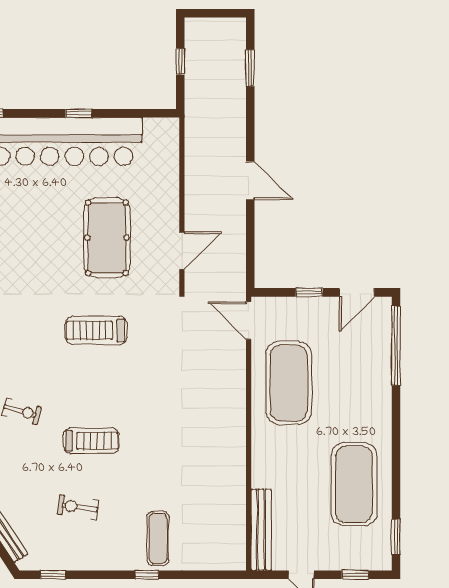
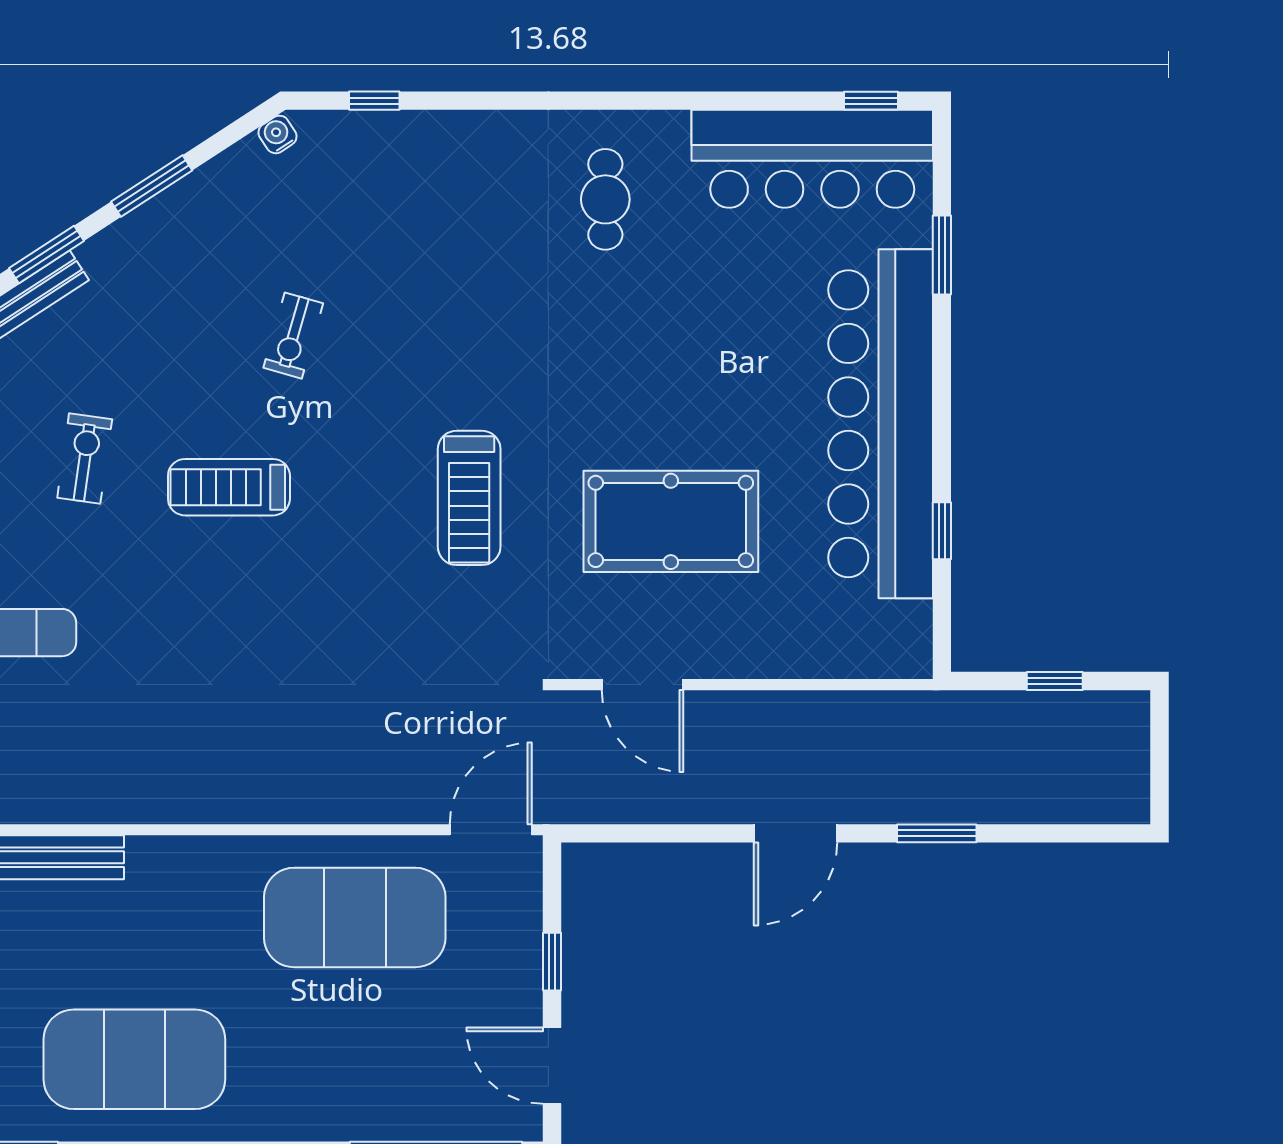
window: (250, 68) -> (937, 833), moved
window: (79, 113) -> (942, 531), moved
treadmill: (96, 330) -> (469, 498), turned 180
treadmill: (91, 441) -> (229, 487), turned 90

